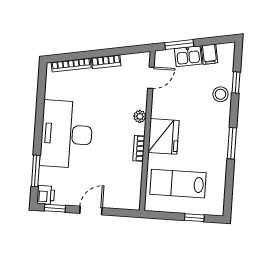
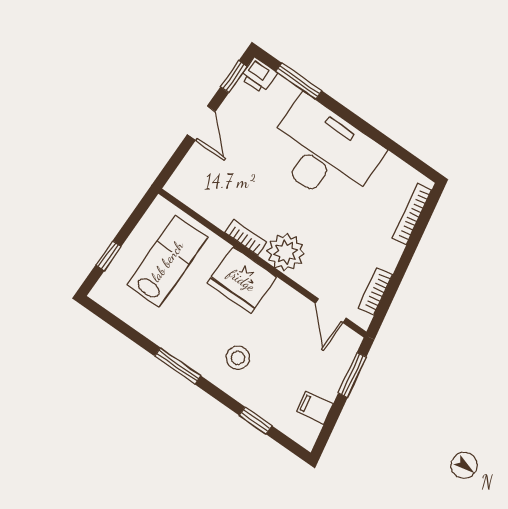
kitchen sink: (188, 56) -> (329, 378), removed
bookcase: (106, 62) -> (375, 291), moved
stool: (220, 94) -> (238, 358), moved
plant: (140, 116) -> (286, 252), width x1.88, depth x1.88

